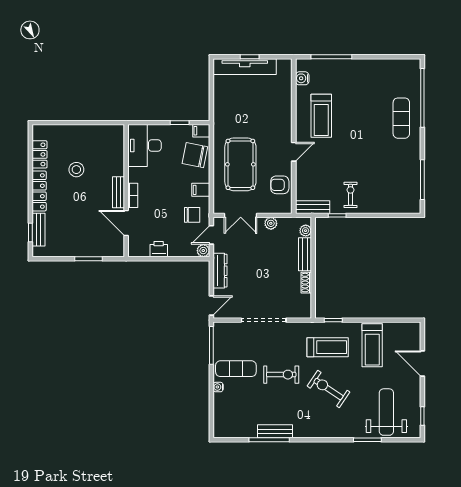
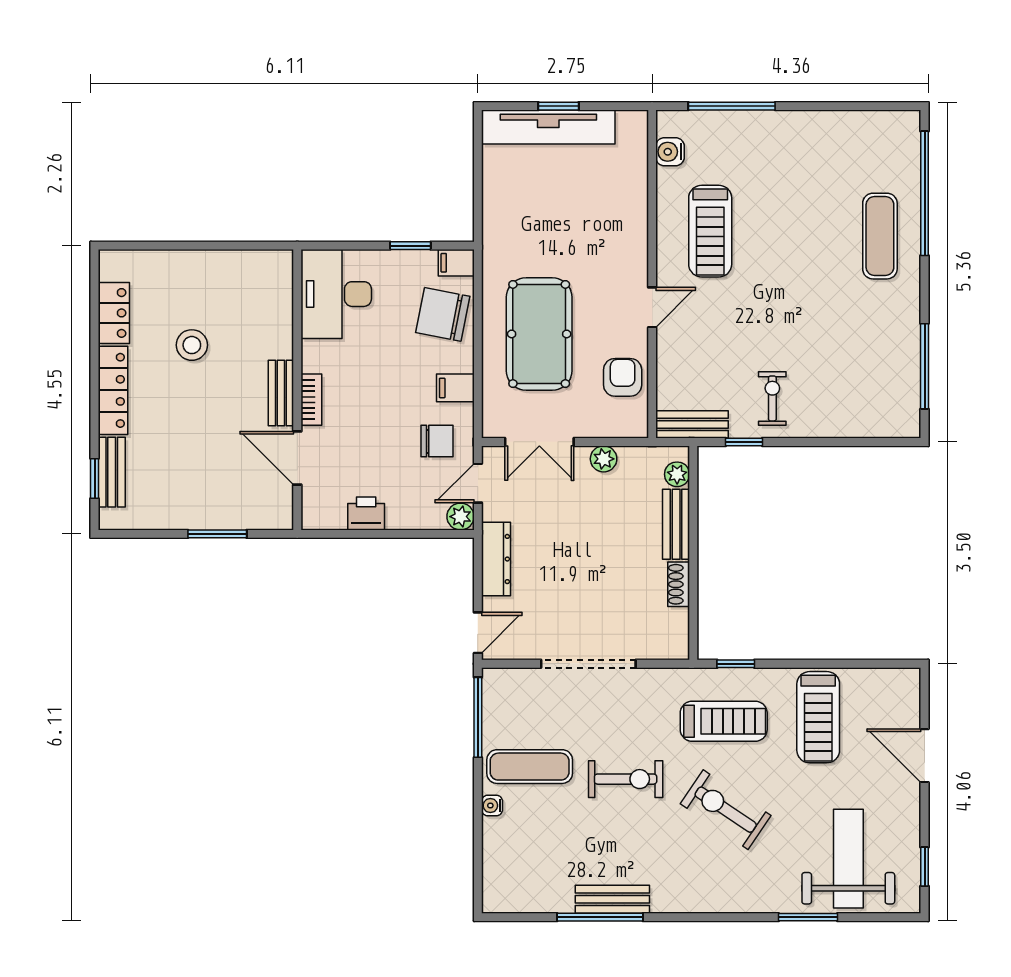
armchair: (280, 185) -> (623, 377), turned 90

